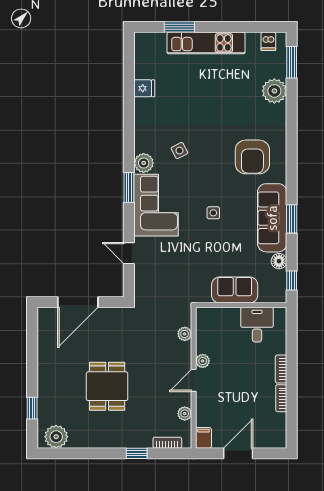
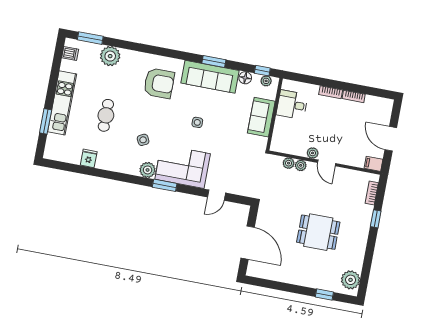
cafe table: (201, 99) -> (106, 115), added
plant: (280, 287) -> (266, 81), added
plant: (185, 414) -> (301, 165), moved

